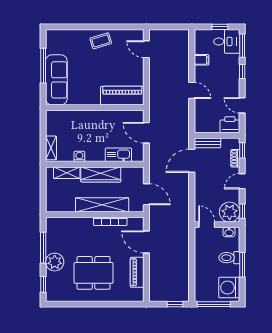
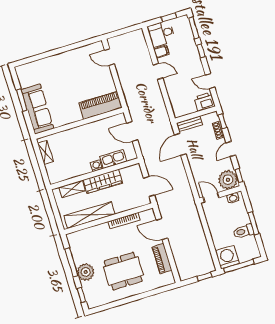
coffee table: (101, 41) -> (66, 62), removed
desk: (227, 41) -> (161, 34), moved, turned 180
window: (43, 66) -> (22, 100), width x0.69
door: (192, 90) -> (158, 71), moved
shelving: (51, 148) -> (45, 152), moved
washing machine: (79, 156) -> (96, 166), moved
shelving: (102, 205) -> (89, 215), moved
toilet: (229, 258) -> (243, 231), moved
washing machine: (229, 288) -> (227, 257), moved, turned 90

